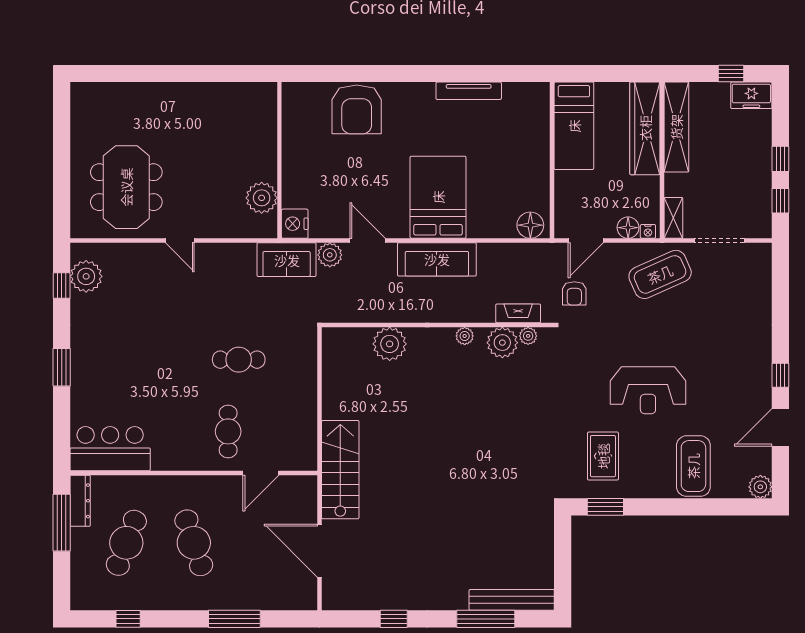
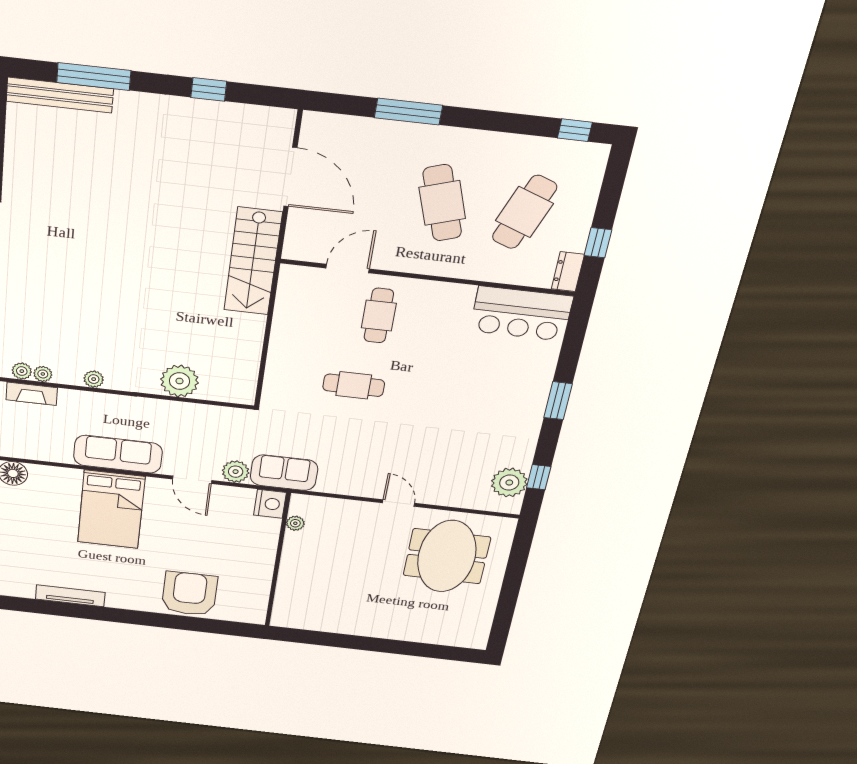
plant: (262, 198) -> (295, 523), width x0.53, depth x0.53
plant: (502, 343) -> (43, 374), width x0.53, depth x0.53
dresser: (80, 501) -> (568, 272), width x0.70
window: (62, 523) -> (598, 243), width x0.46
window: (128, 619) -> (575, 130), moved

